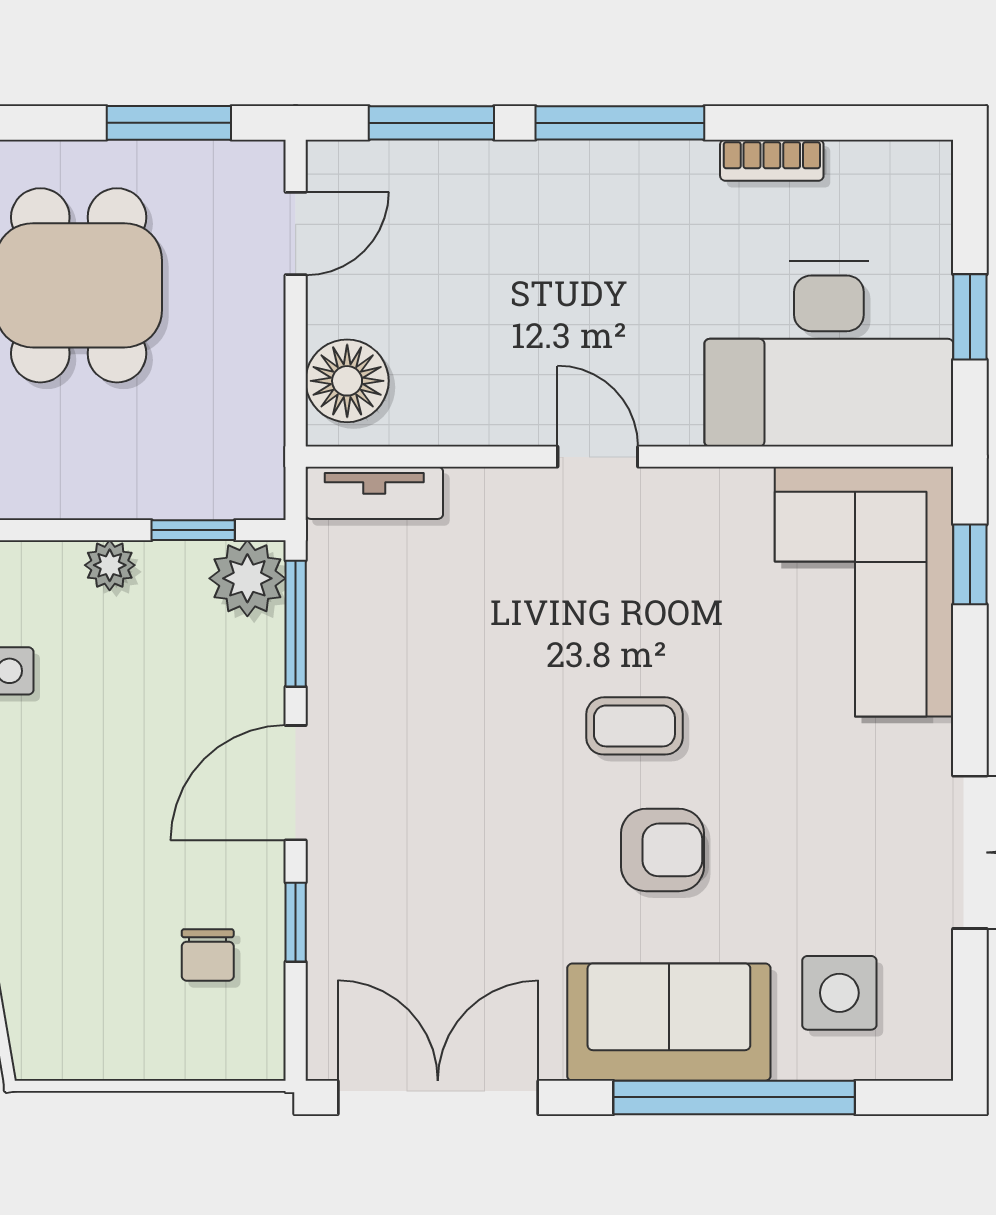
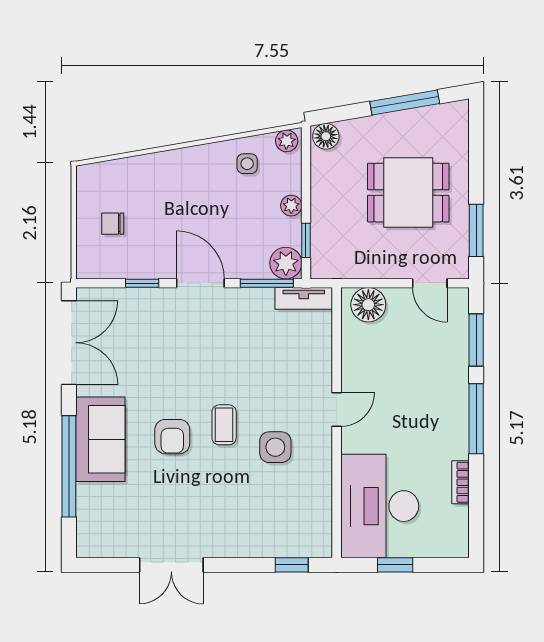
tv unit: (374, 493) -> (304, 298), moved, turned -90
corner sofa: (864, 592) -> (280, 521), removed
chair: (208, 955) -> (113, 224), moved
side table: (839, 993) -> (275, 447), moved

